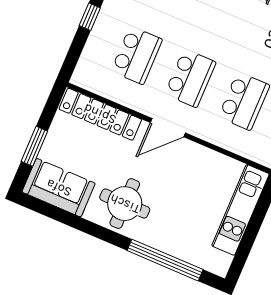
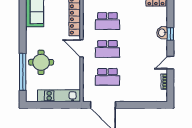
round table: (125, 204) -> (41, 62), moved

